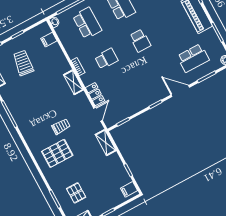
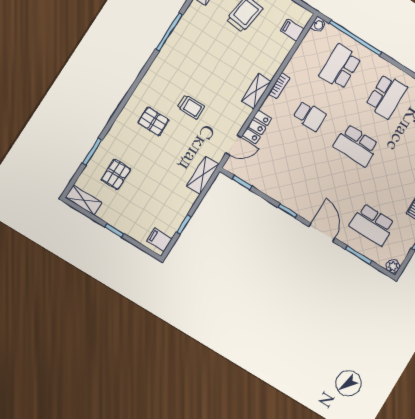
school desk: (87, 23) -> (340, 67), turned 180
school desk: (140, 41) -> (356, 145), width x1.85
pallet: (57, 153) -> (153, 121), width x0.67, depth x0.71

